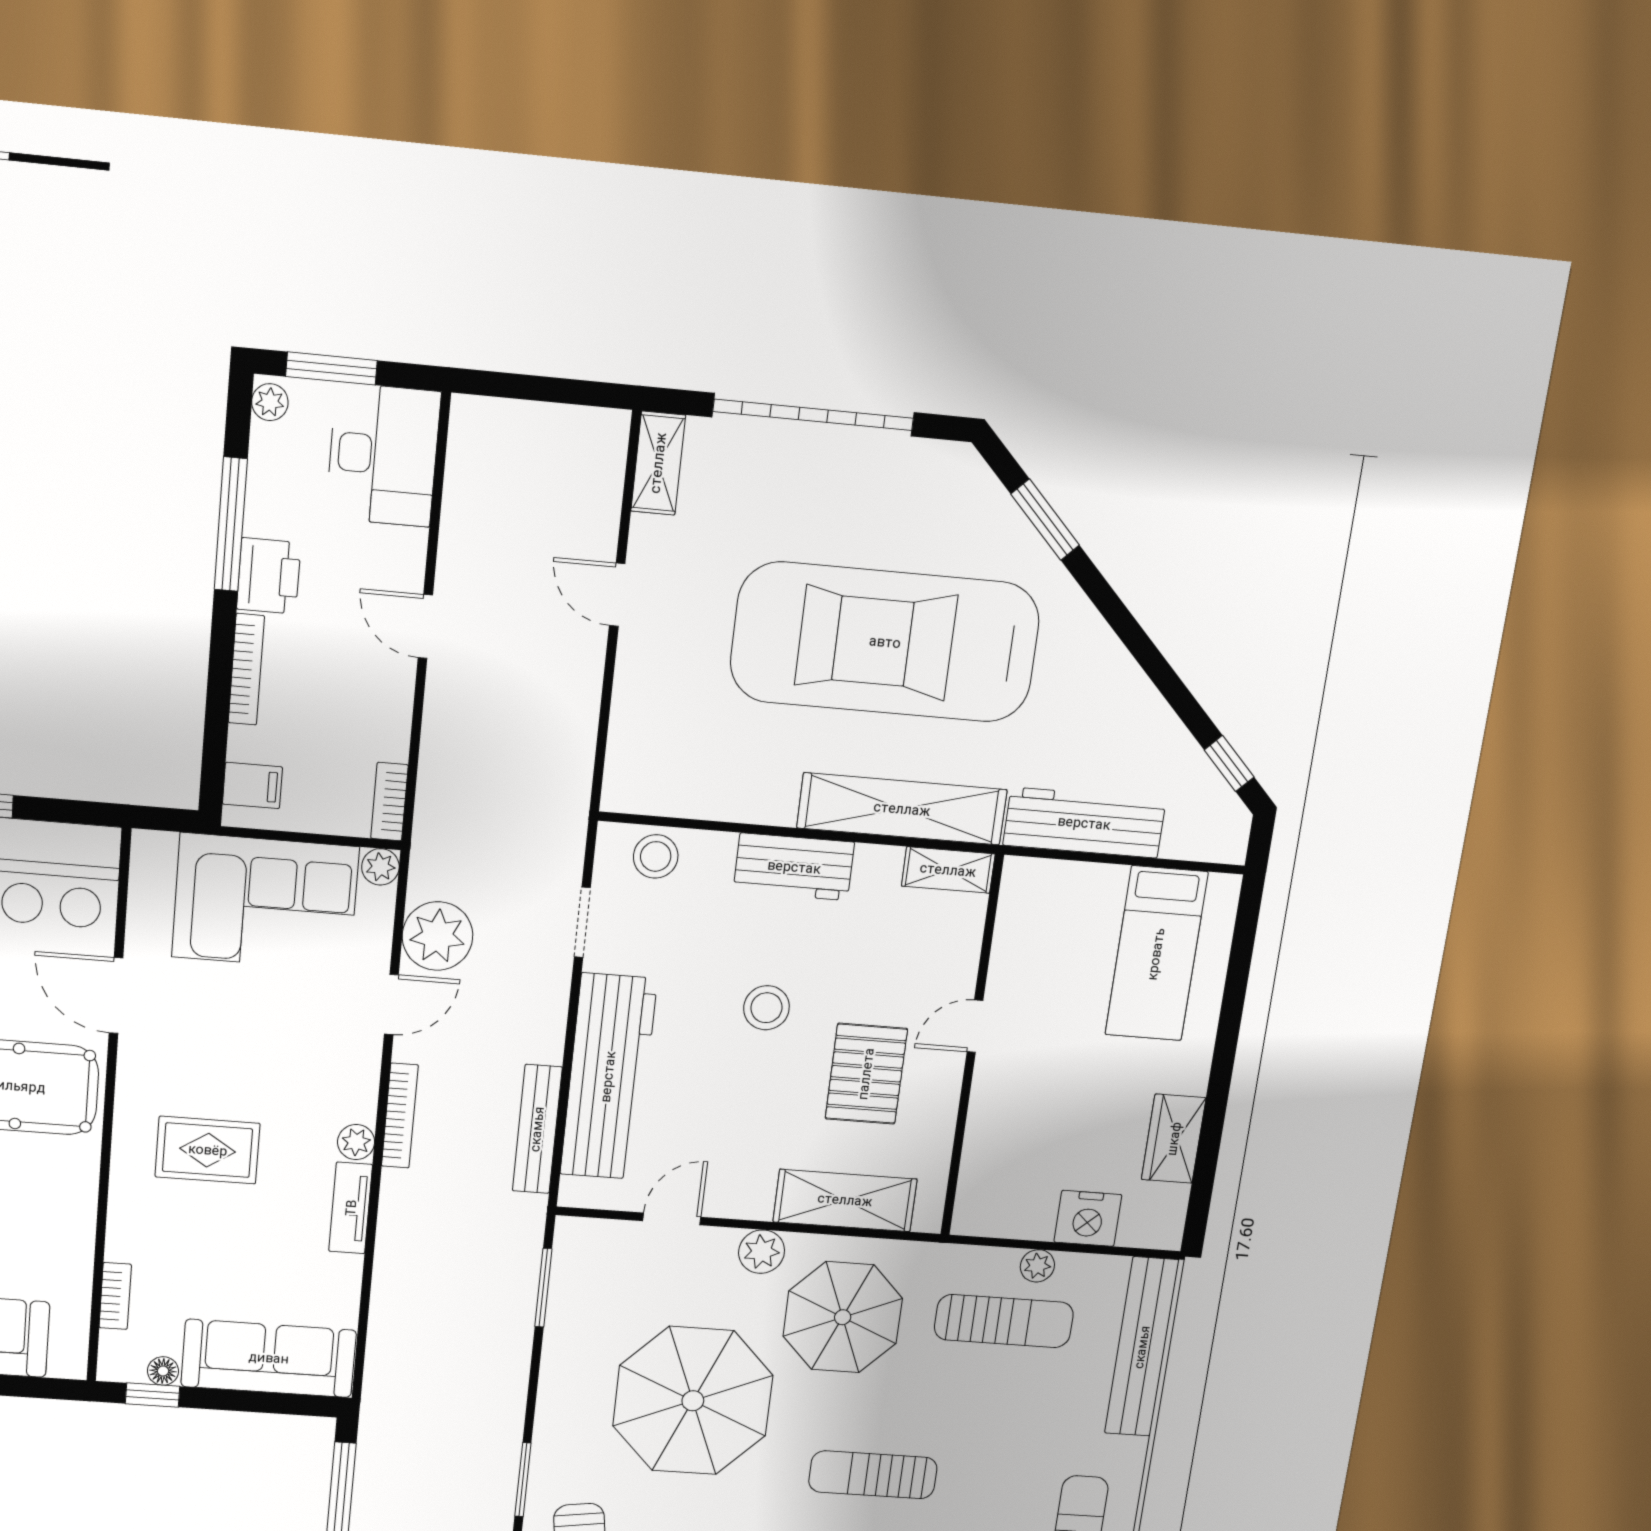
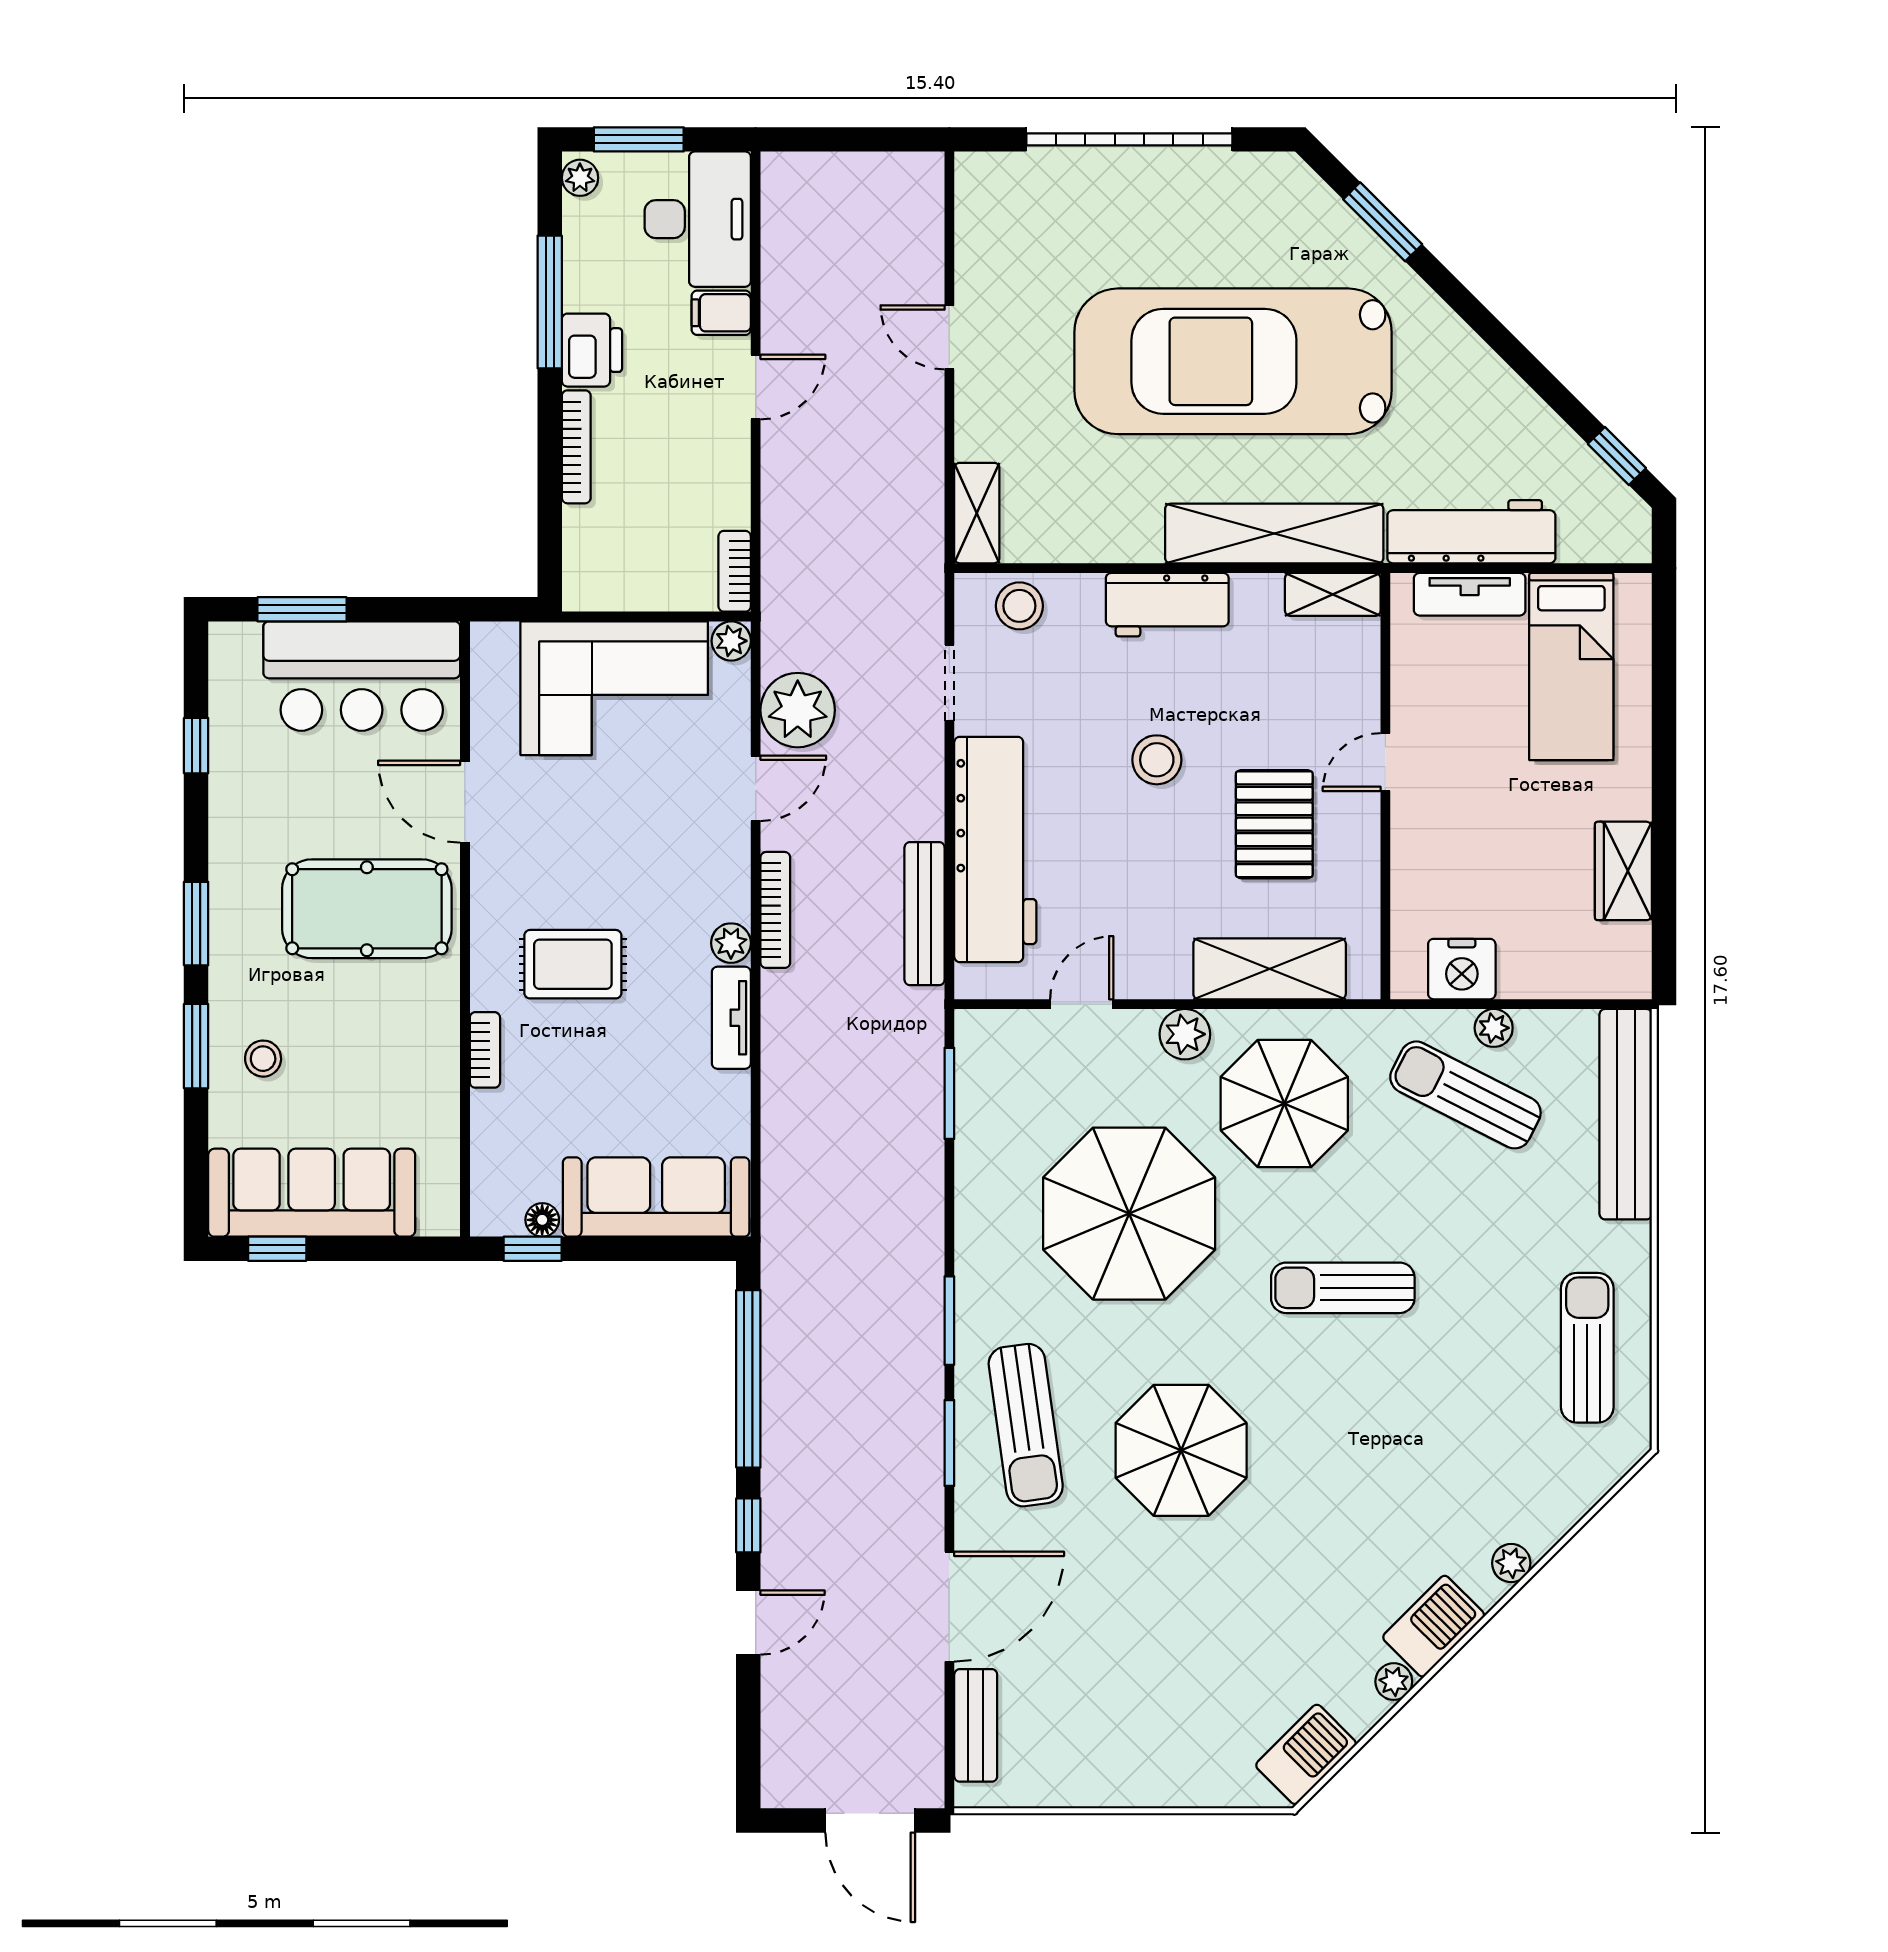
shelving: (658, 463) -> (977, 513), moved
door: (425, 626) -> (756, 387), swing flipped
filing cabinet: (252, 785) -> (721, 313), moved, turned 180
tv unit: (1074, 880) -> (1470, 594), added
nightstand: (1088, 1218) -> (1462, 969), moved
bookcase: (115, 1296) -> (485, 1050), moved
sun lounger: (1004, 1321) -> (1465, 1095), turned -153

